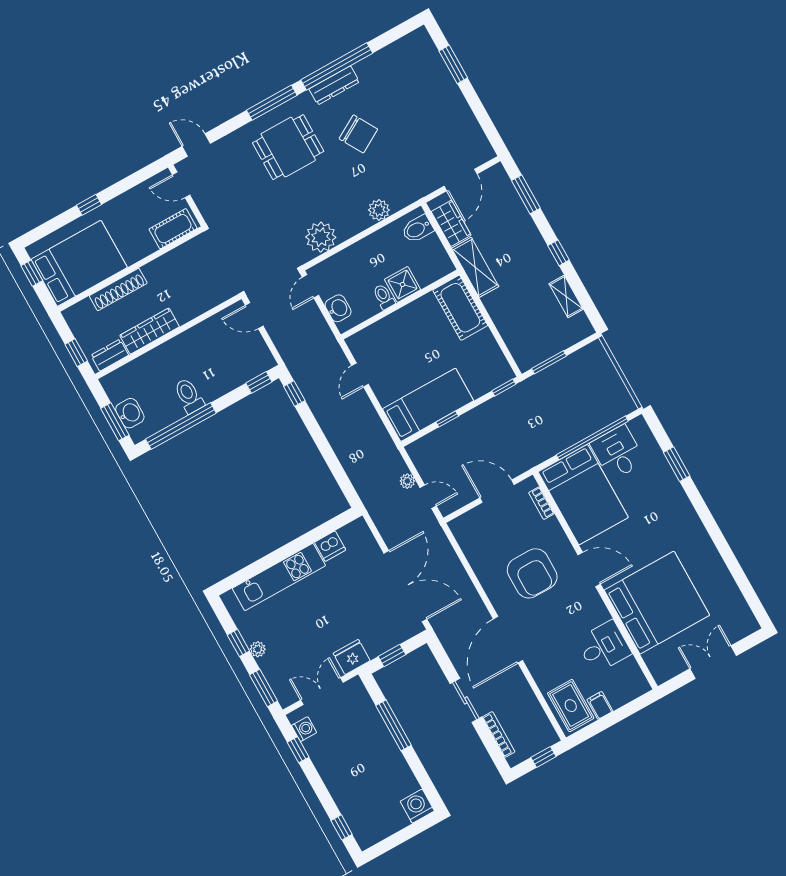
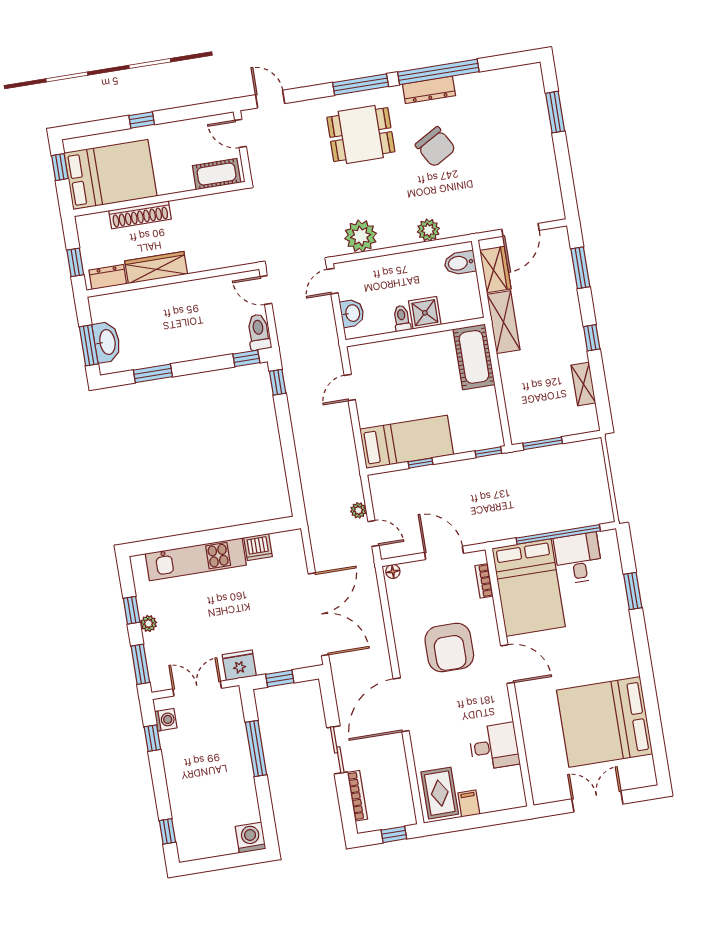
toilet: (189, 396) -> (259, 332), moved
washbasin: (130, 413) -> (107, 342), width x1.38
window: (181, 426) -> (153, 373), width x0.47
floor lamp: (458, 524) -> (393, 571), added
bed: (657, 603) -> (605, 722), moved, turned 180

